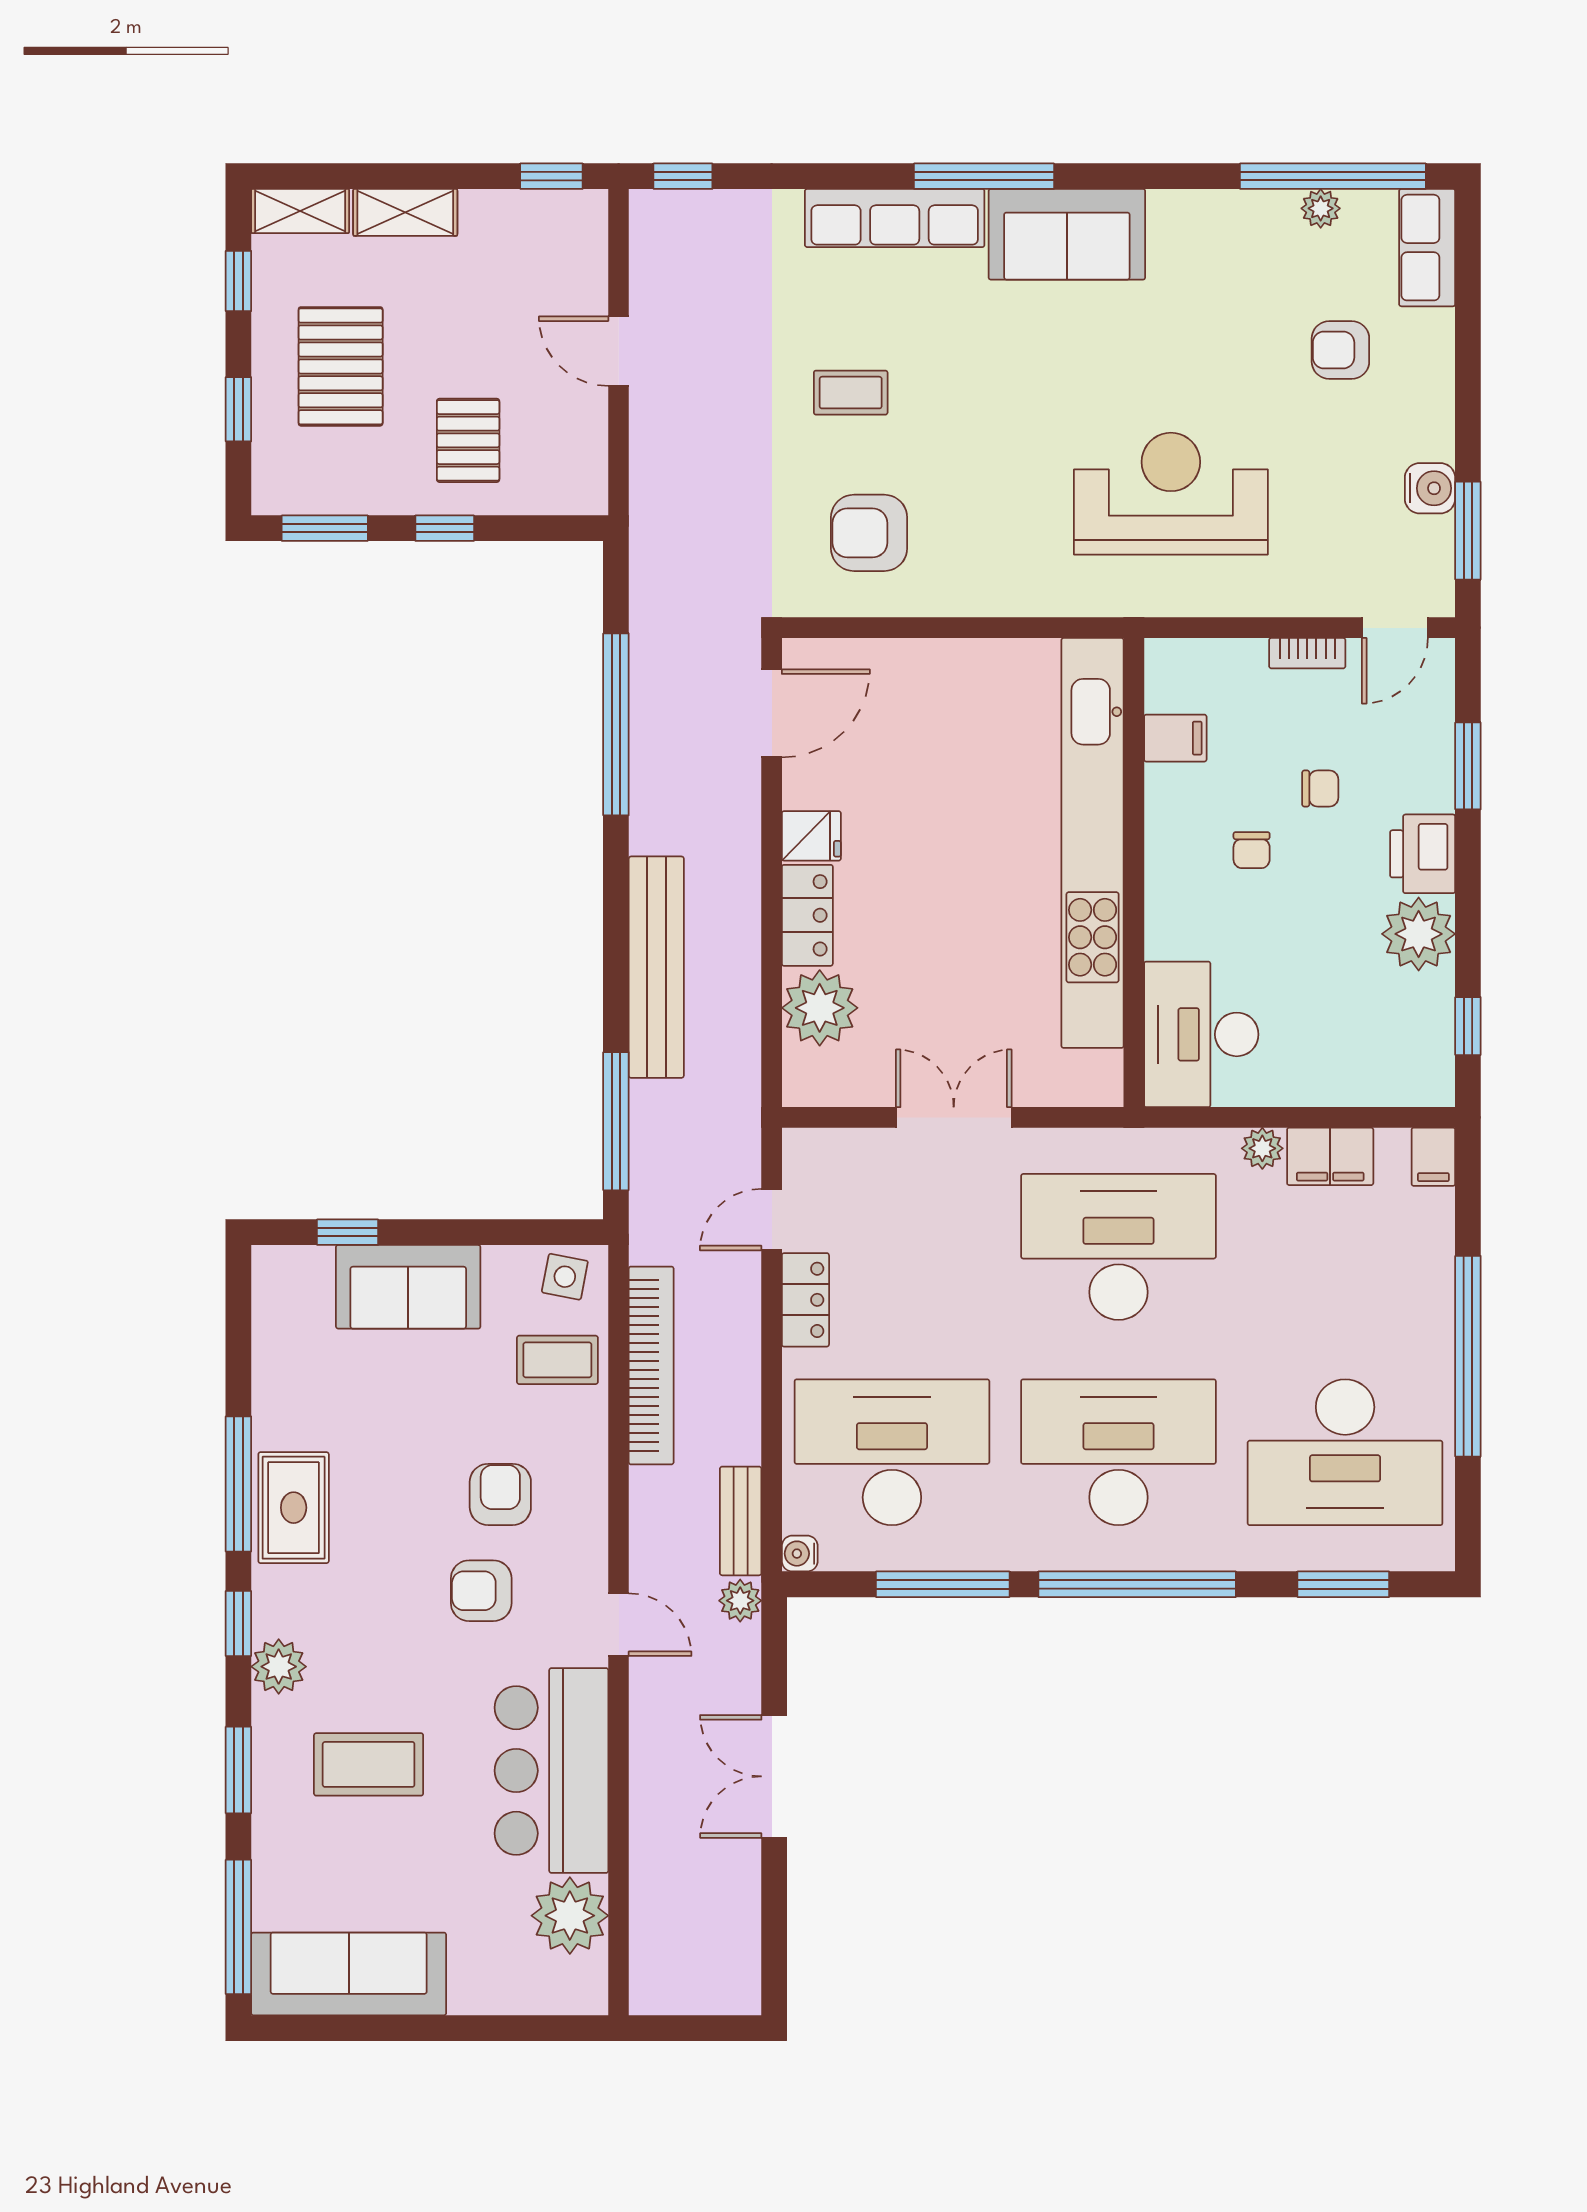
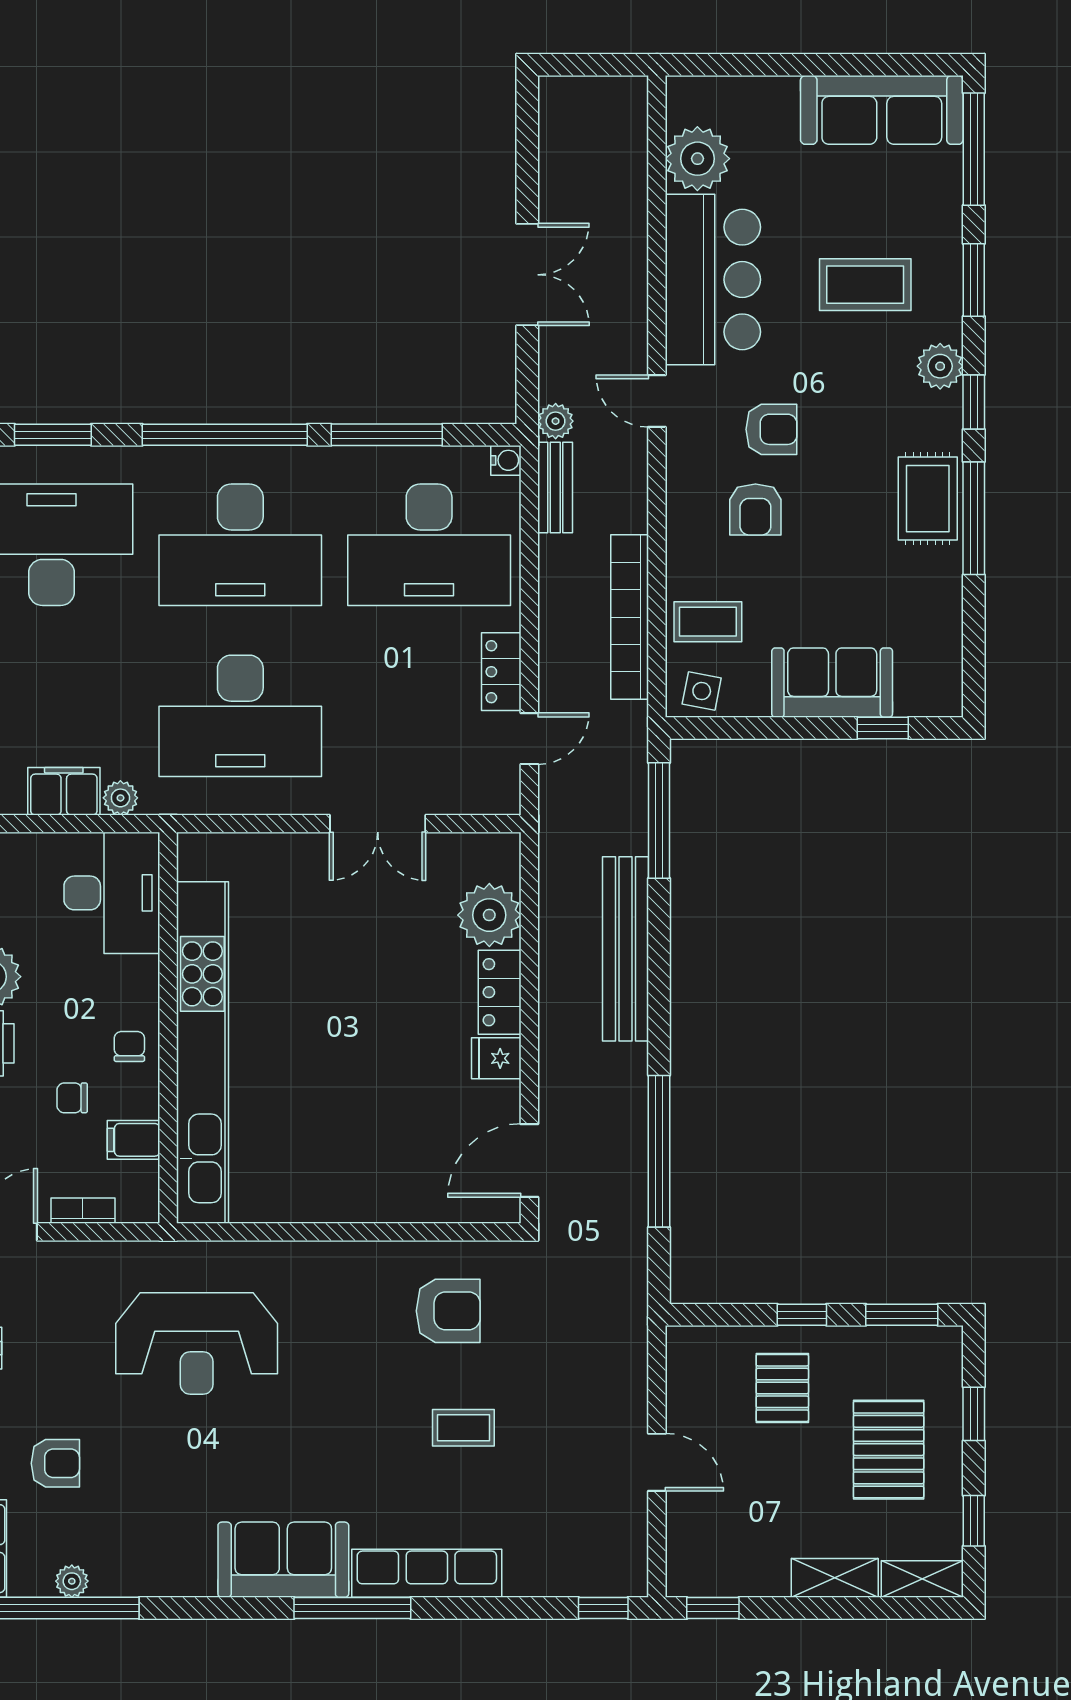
filing cabinet: (1175, 738) -> (133, 1140), moved
kitchen unit: (1093, 843) -> (202, 1052), moved
wall: (1134, 873) -> (168, 1028), moved
desk: (1201, 1034) -> (112, 893), moved

